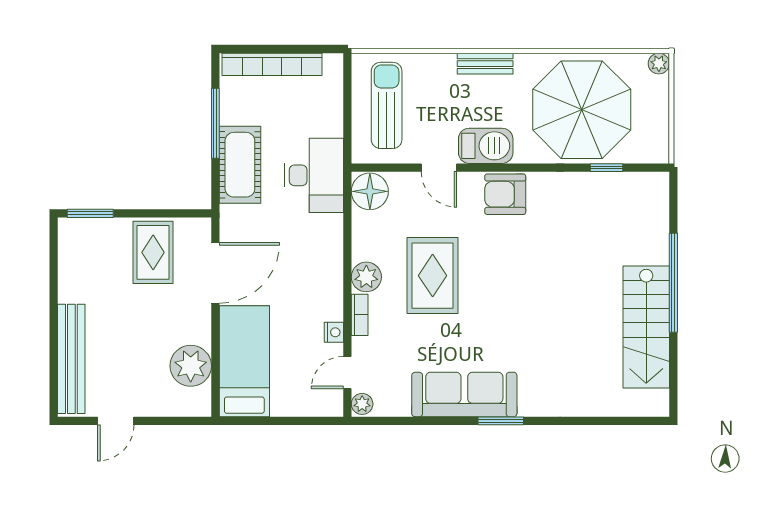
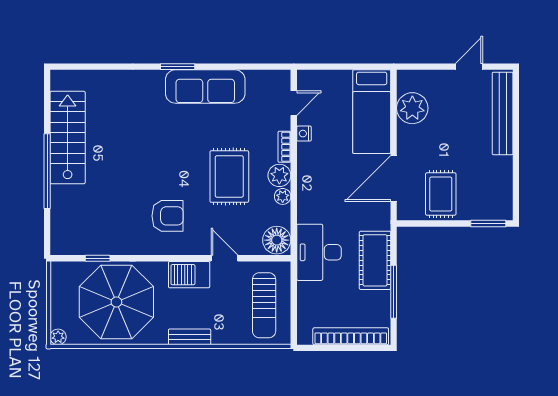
armchair: (505, 194) -> (168, 216), moved
plant: (362, 404) -> (283, 196), moved

